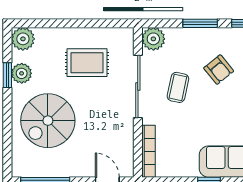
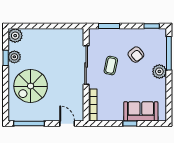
window: (200, 23) -> (109, 26), moved
plant: (153, 39) -> (96, 36), removed
rug: (87, 63) -> (55, 50), removed

